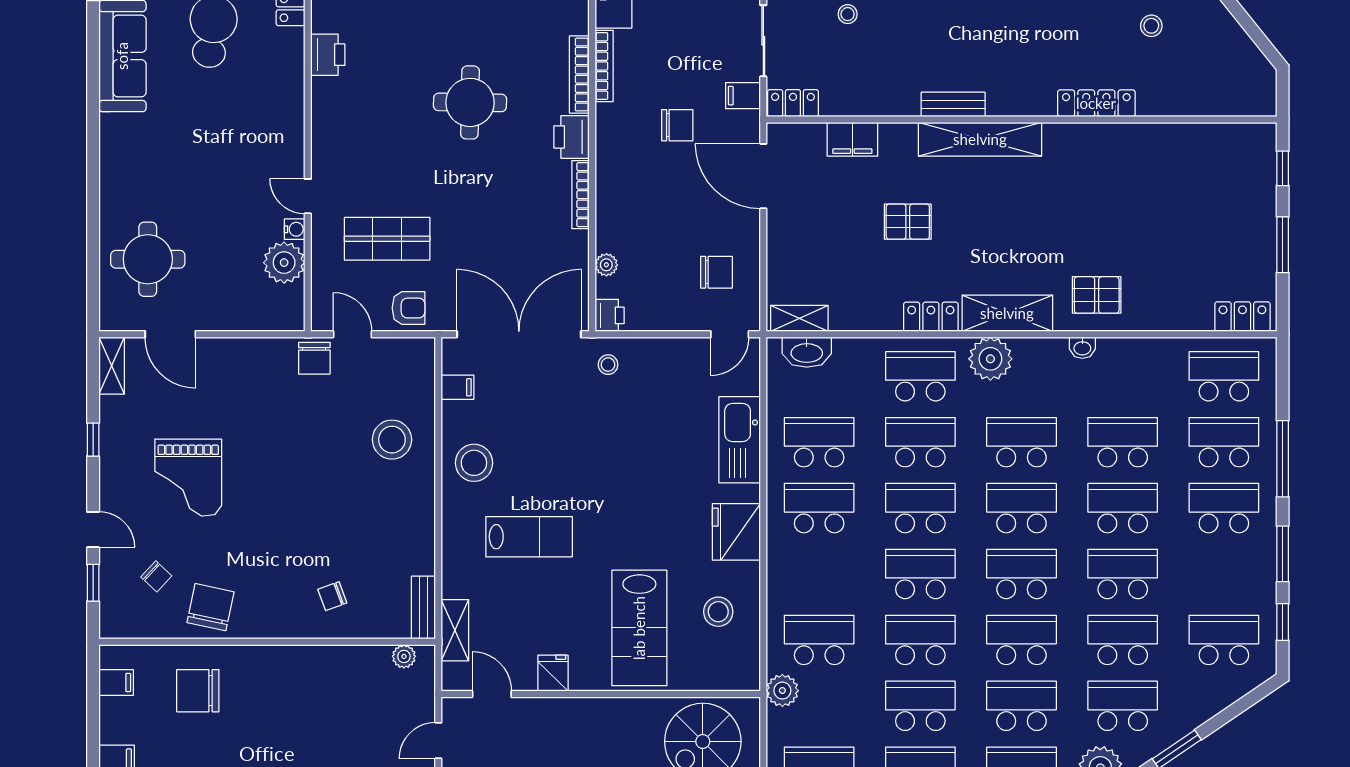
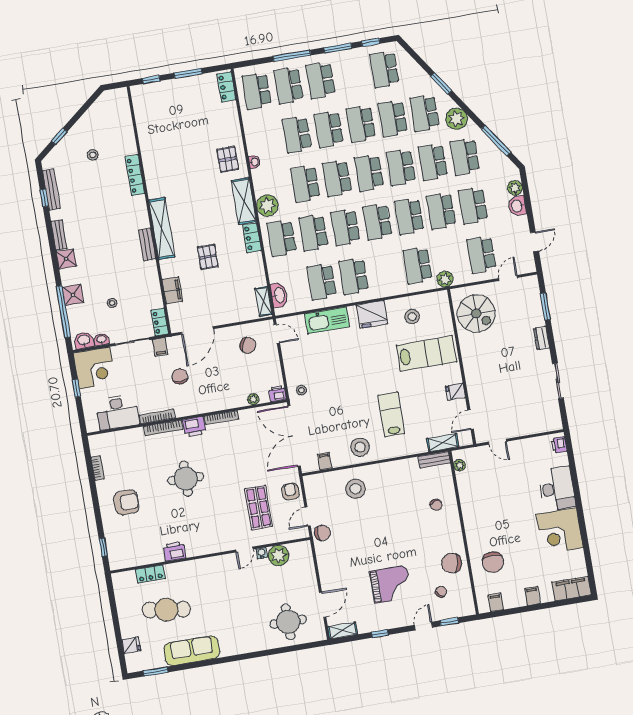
chair: (716, 272) -> (248, 345), turned 115

